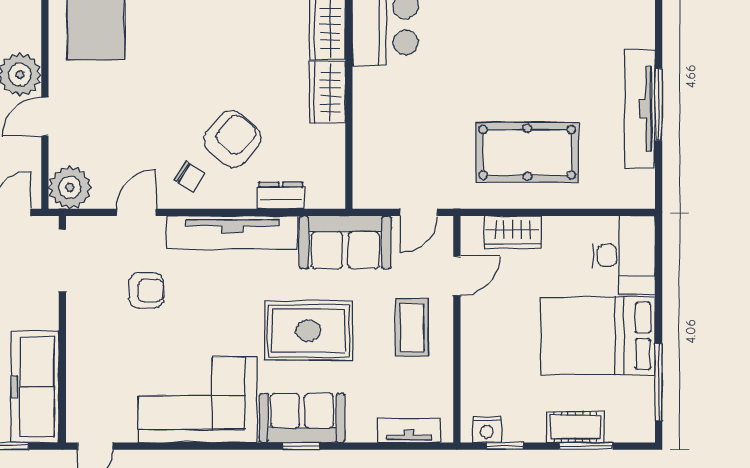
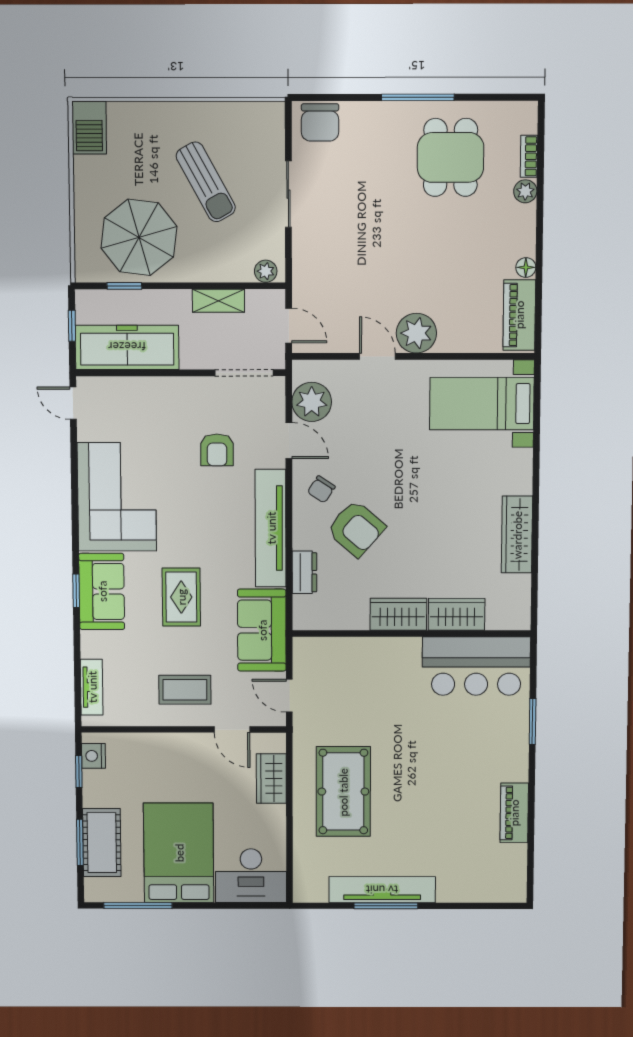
plant: (70, 187) -> (312, 402), moved
rug: (308, 331) -> (181, 597), width x0.73, depth x0.70
cot: (575, 427) -> (102, 843), width x1.37, depth x1.34

